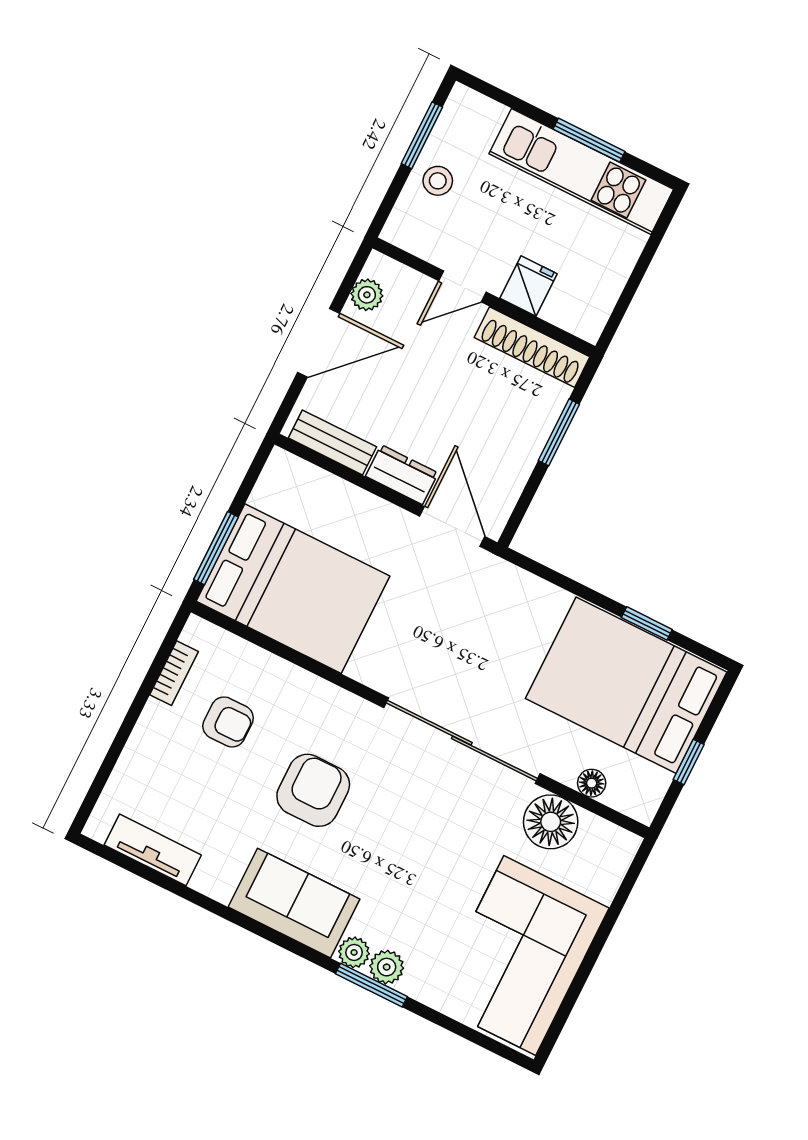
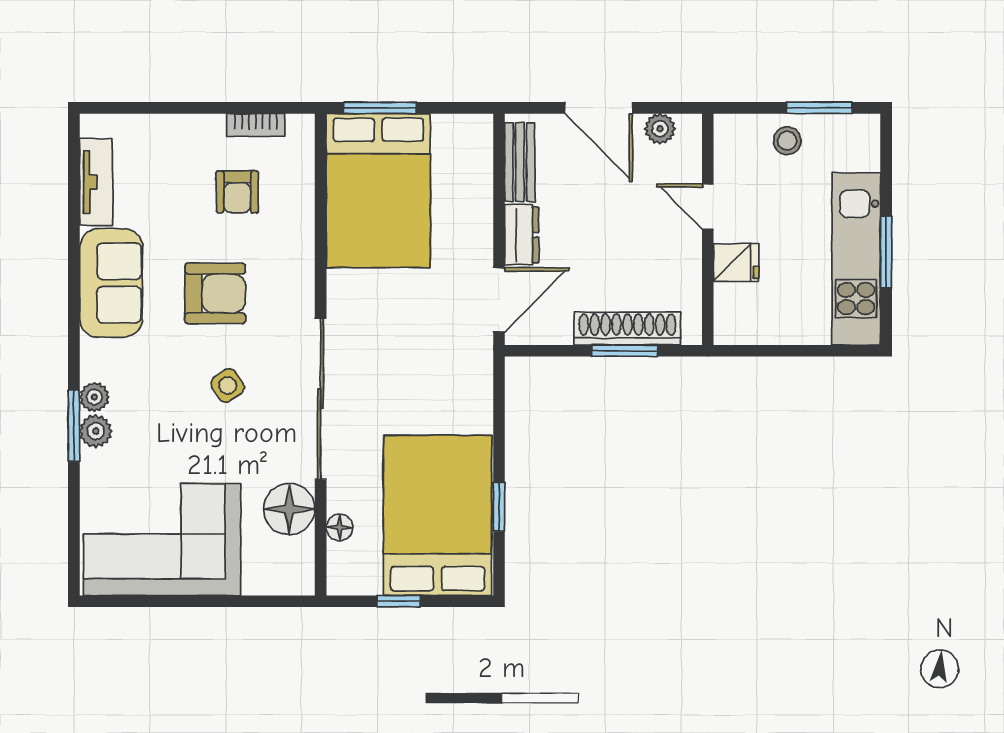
shoe rack: (532, 347) -> (627, 329), moved, turned 90
side table: (406, 822) -> (228, 385), added
sofa: (294, 903) -> (111, 283), moved

